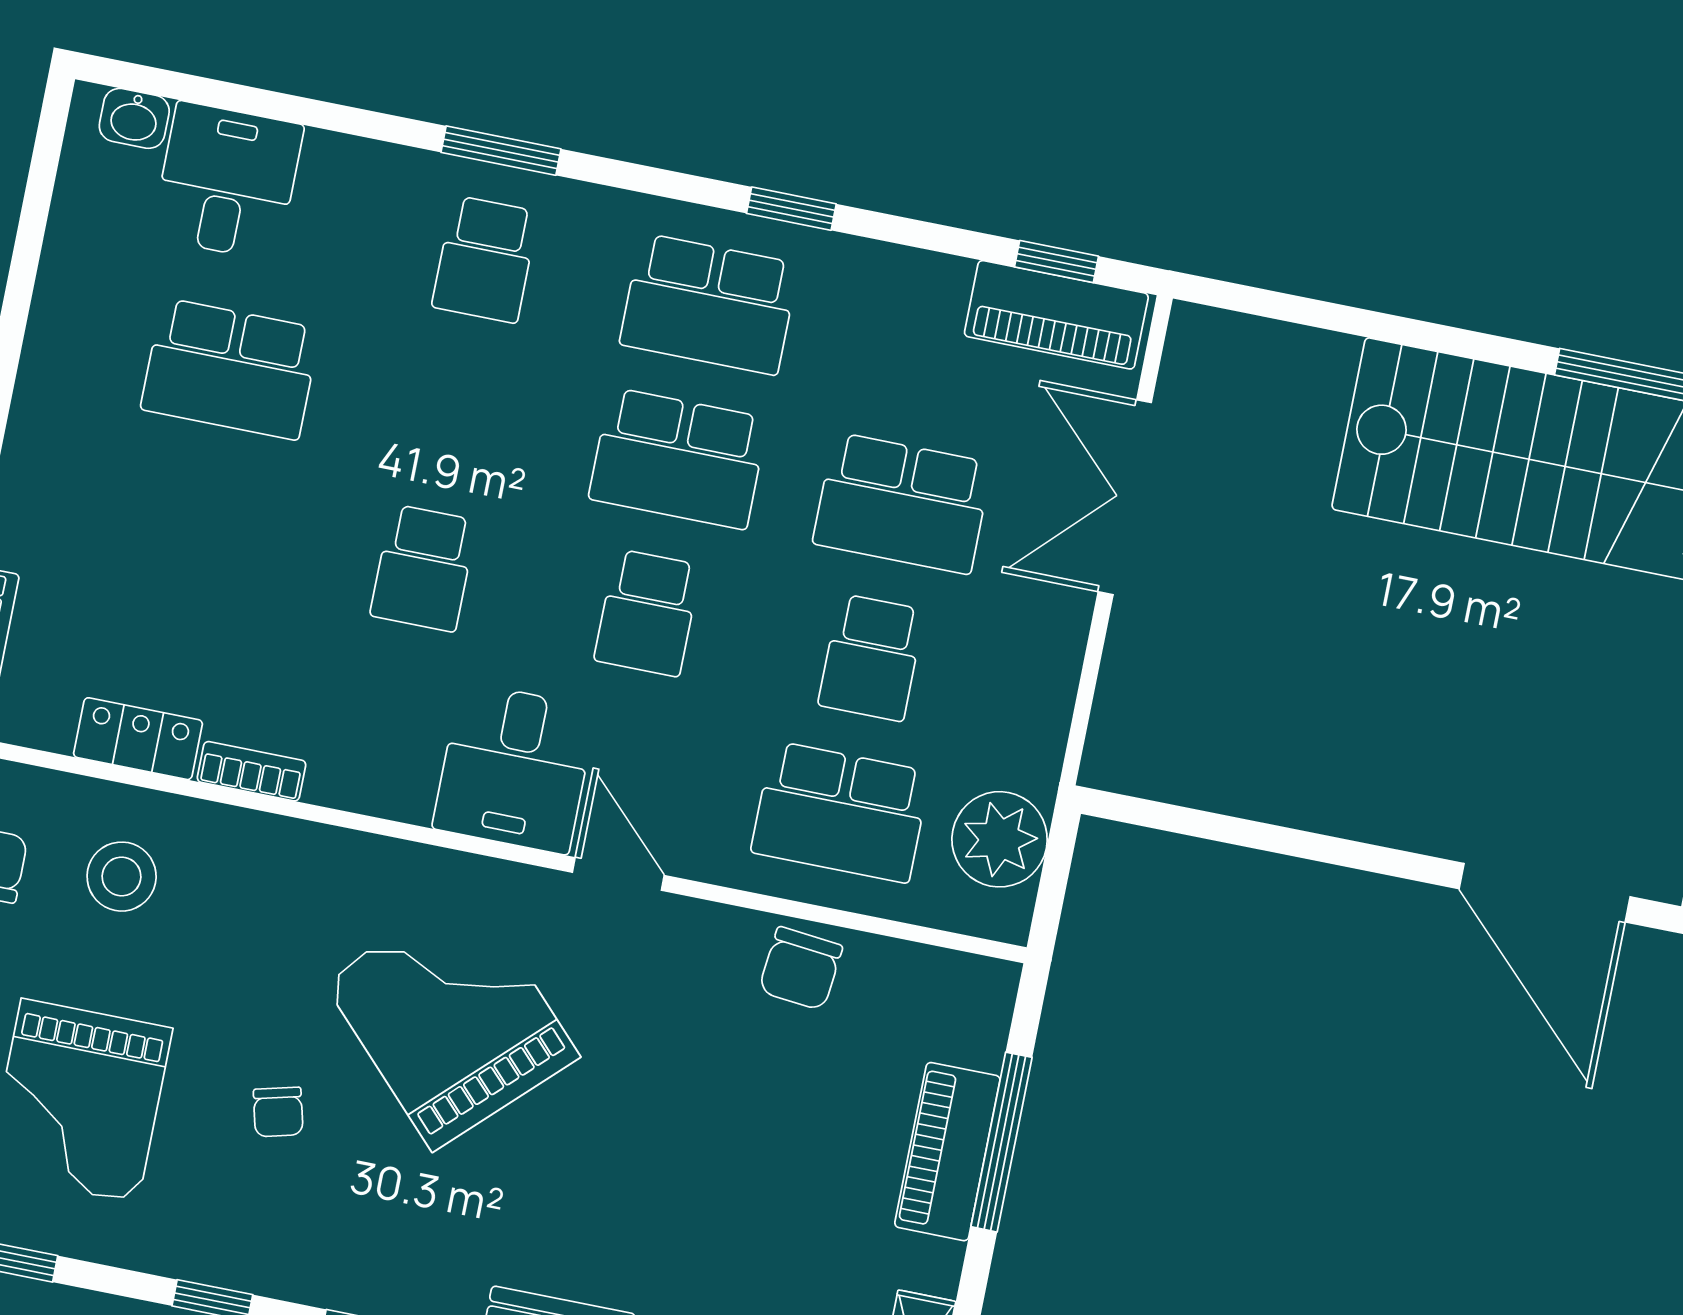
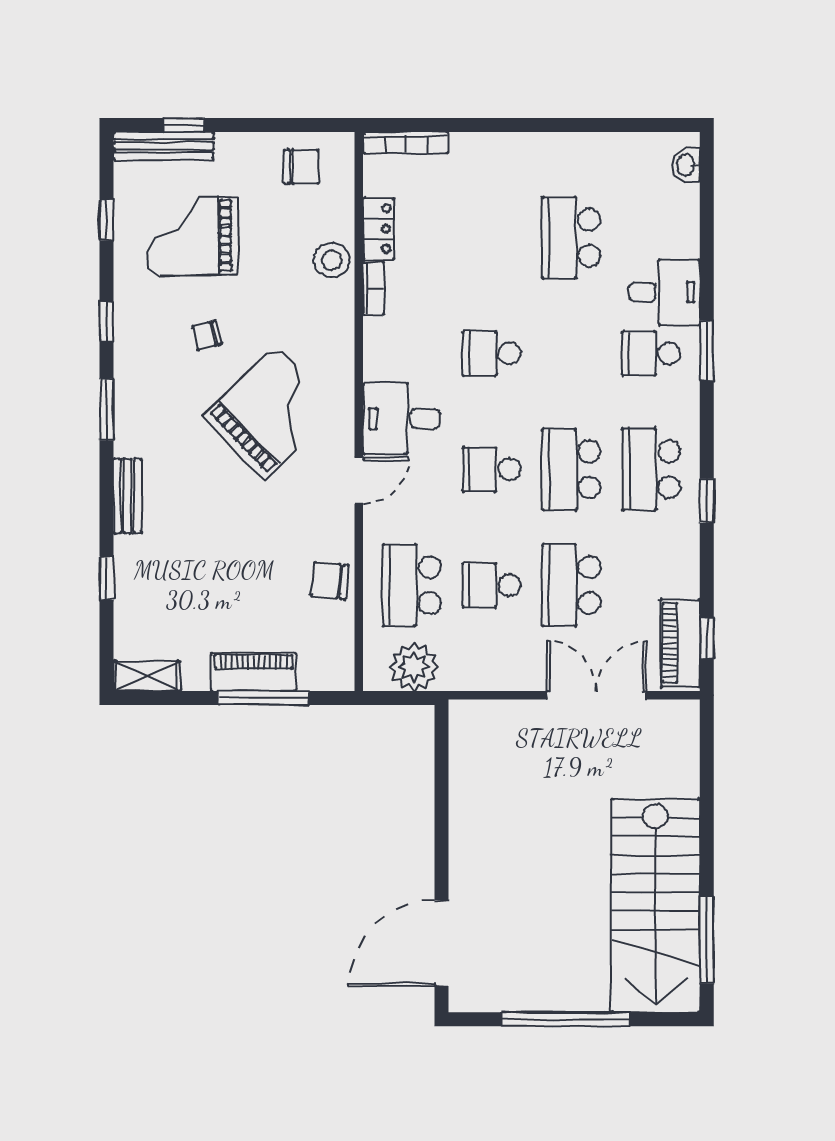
desk: (227, 181) -> (664, 292), moved
stool: (122, 877) -> (332, 260), moved

